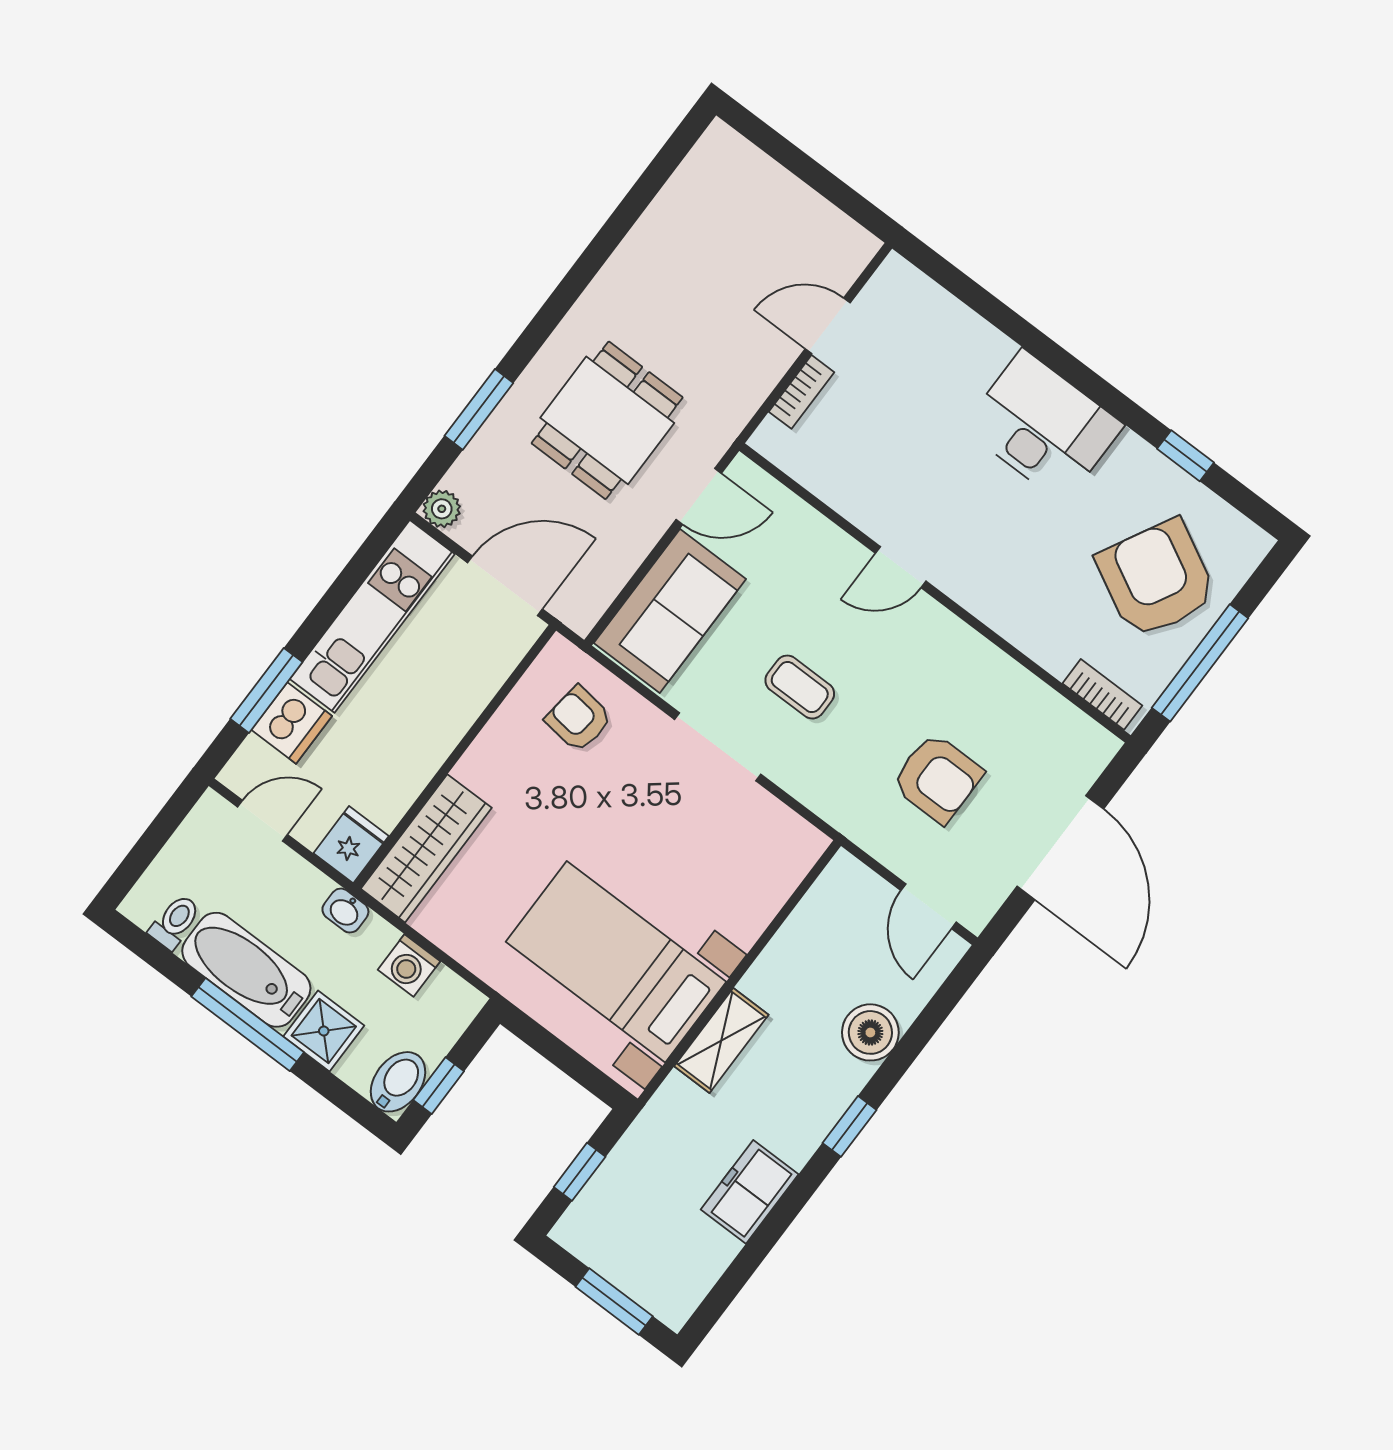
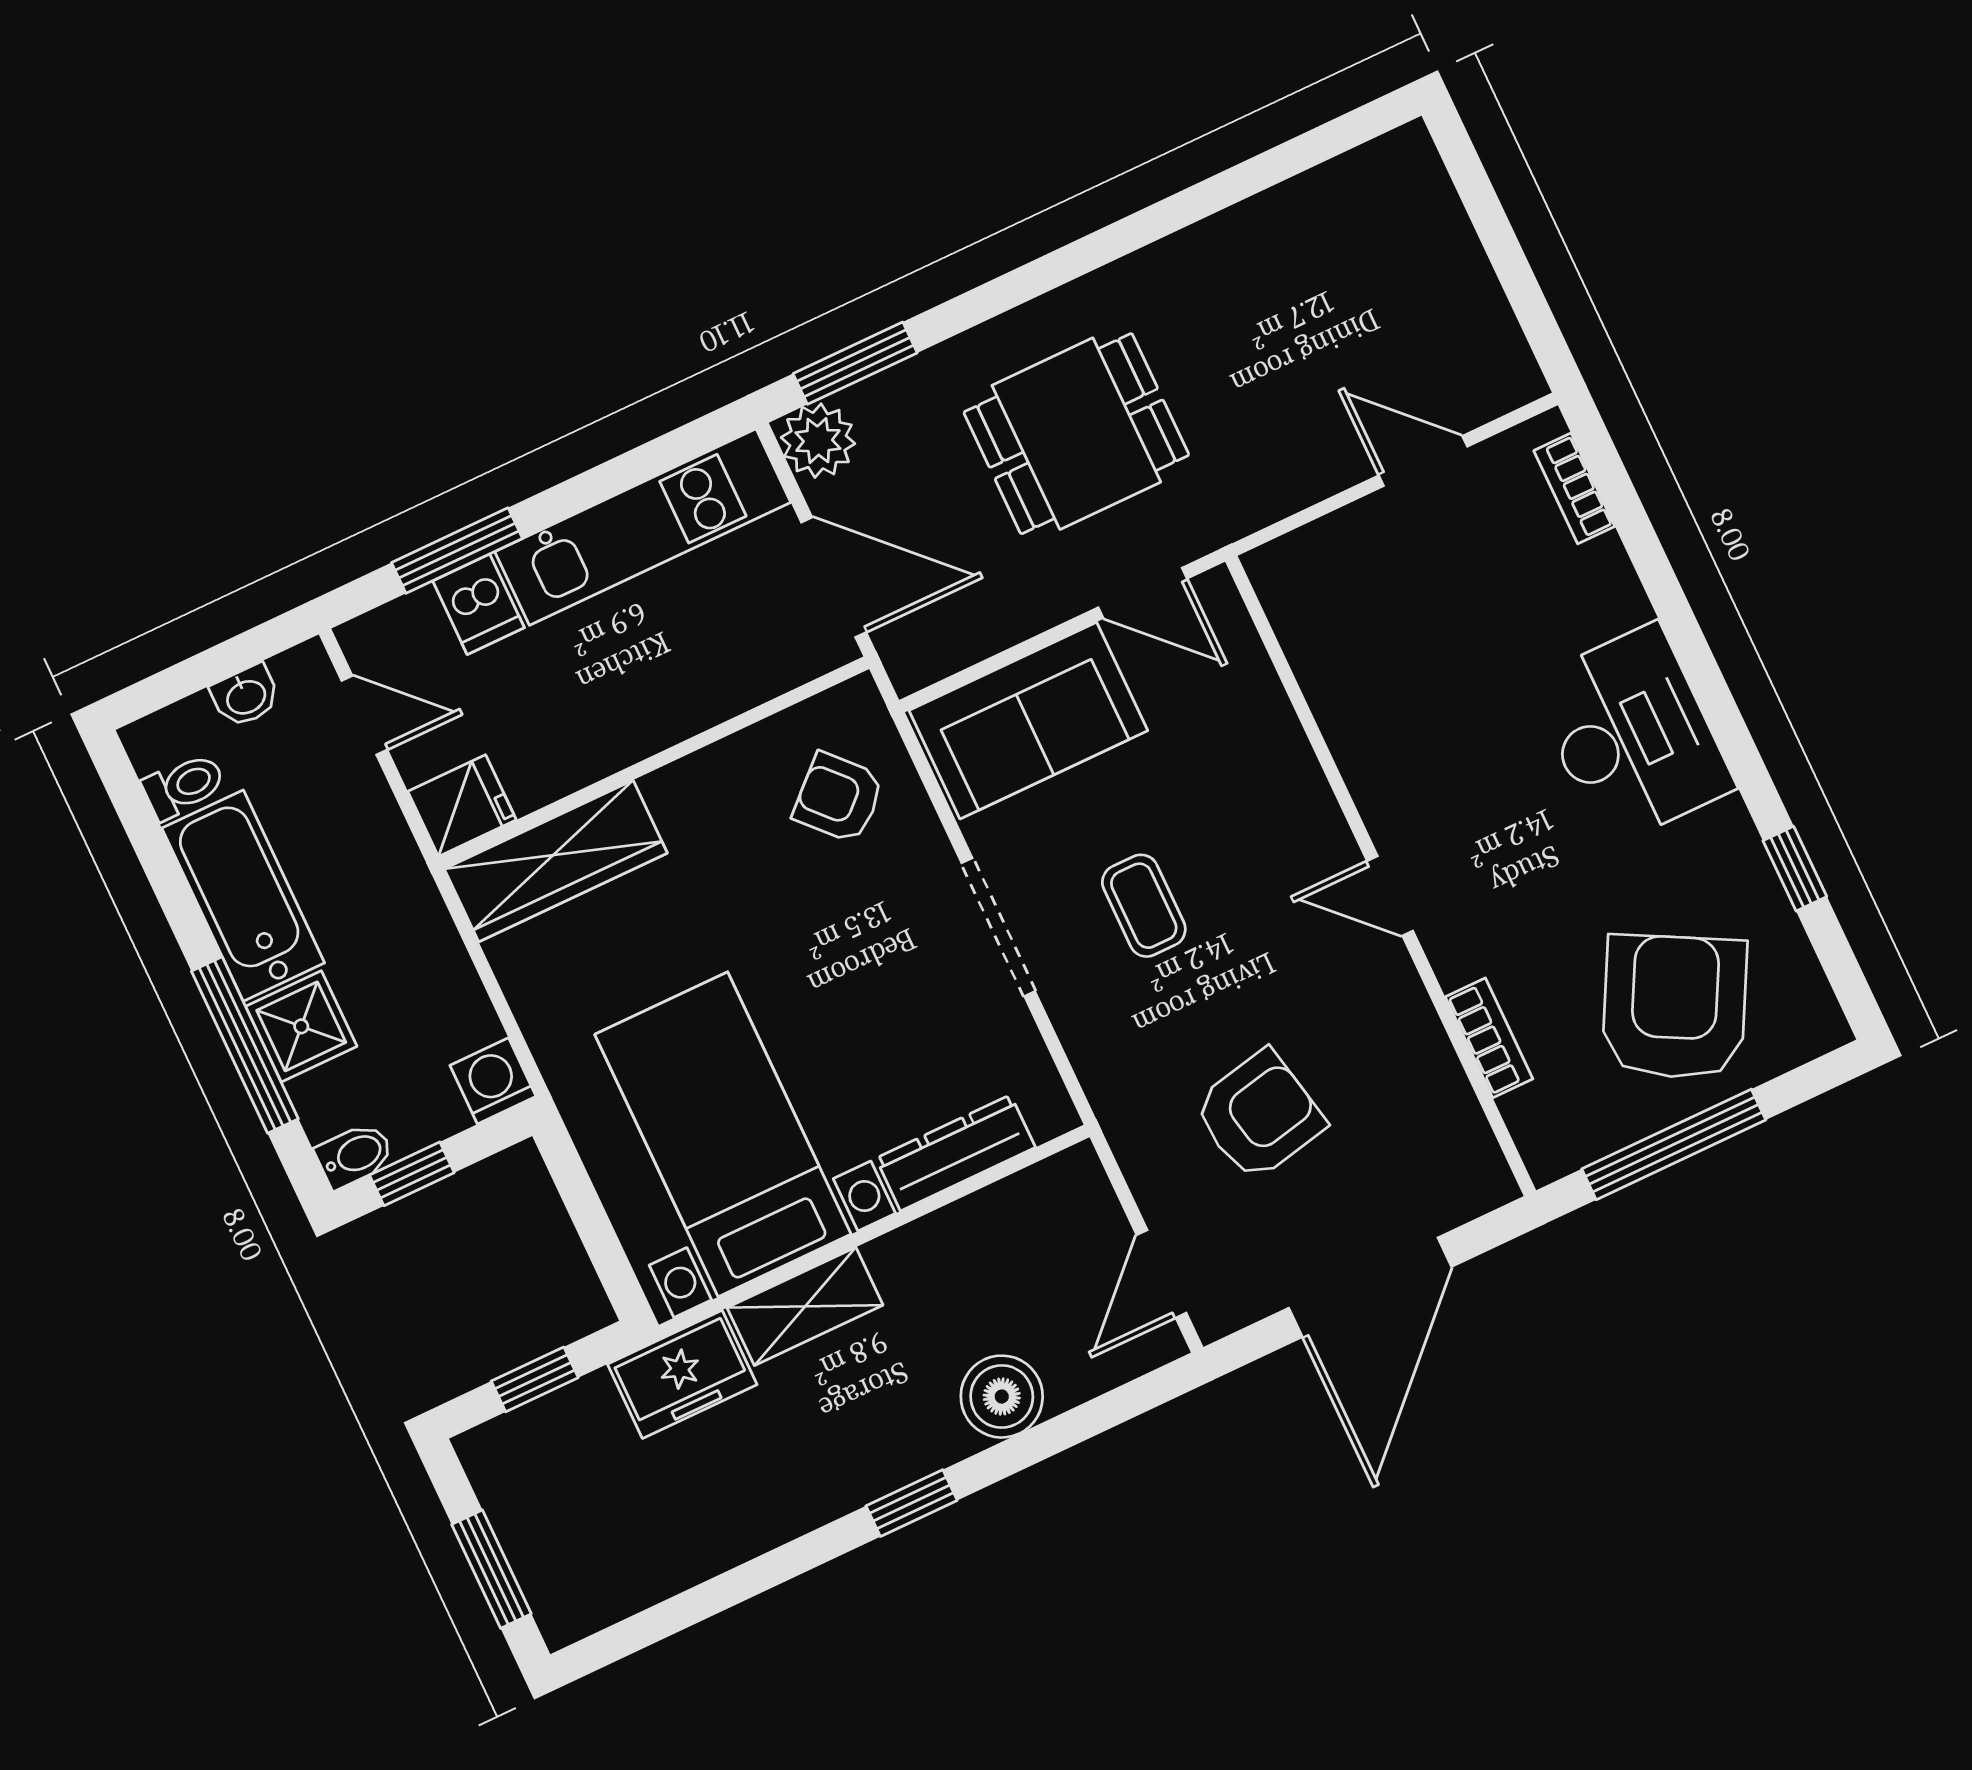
bookcase: (801, 392) -> (1574, 488), moved, turned 90
window: (479, 409) -> (855, 363), moved
plant: (442, 509) -> (818, 441), width x1.38, depth x1.38
door: (901, 567) -> (1390, 896), moved
bookcase: (1102, 694) -> (1489, 1038), moved
armchair: (579, 719) -> (839, 798), turned -50
dishwasher: (292, 723) -> (478, 604), width x0.73
armchair: (937, 778) -> (1259, 1115), turned -102
dresser: (764, 898) -> (956, 1153), added
washbasin: (345, 911) -> (246, 696), moved, turned -90
washing machine: (409, 965) -> (493, 1081), moved, turned 90
window: (248, 1024) -> (245, 1045), moved
bidet: (398, 1082) -> (355, 1155), width x0.72, depth x0.74
freezer: (750, 1192) -> (682, 1374), moved, turned 180

